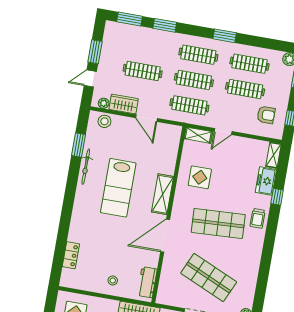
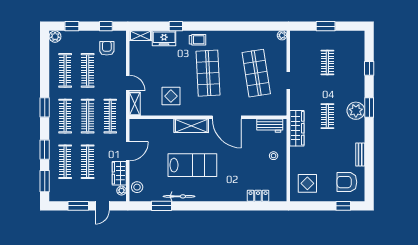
window: (225, 36) -> (45, 107), moved
clothes rail: (147, 46) -> (65, 162), added
door: (90, 79) -> (102, 206), hinge flipped
shop shelf: (209, 277) -> (256, 73), turned -33

